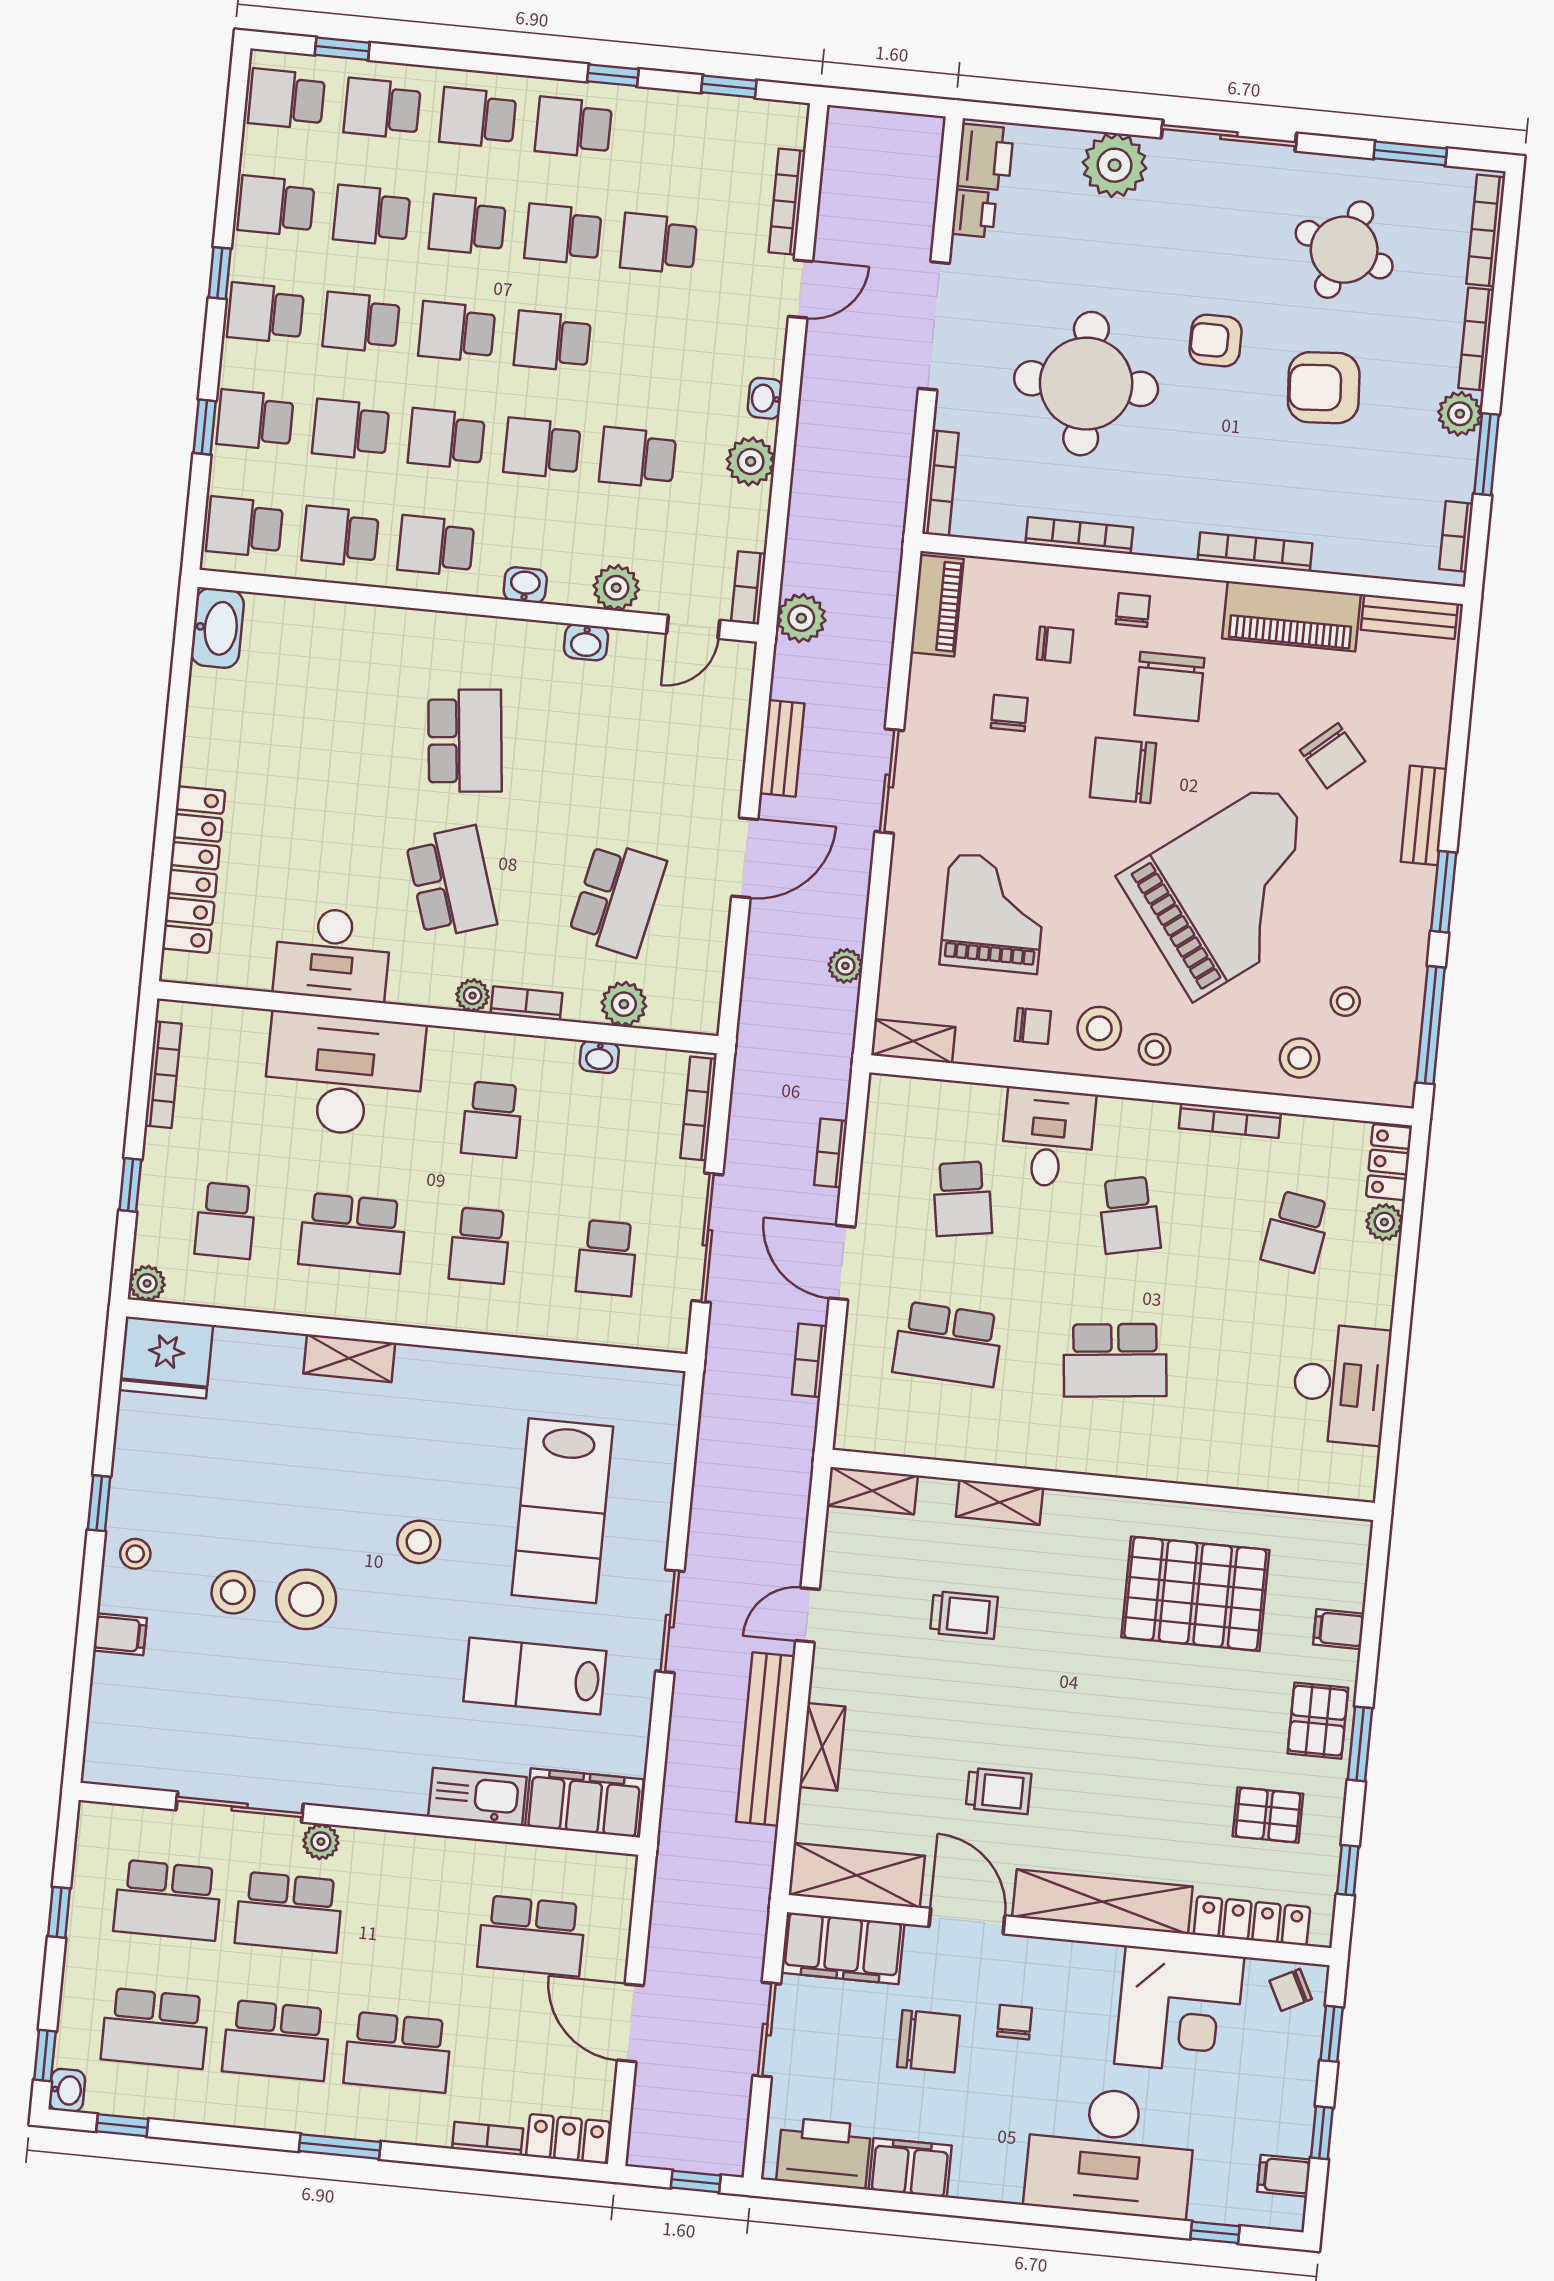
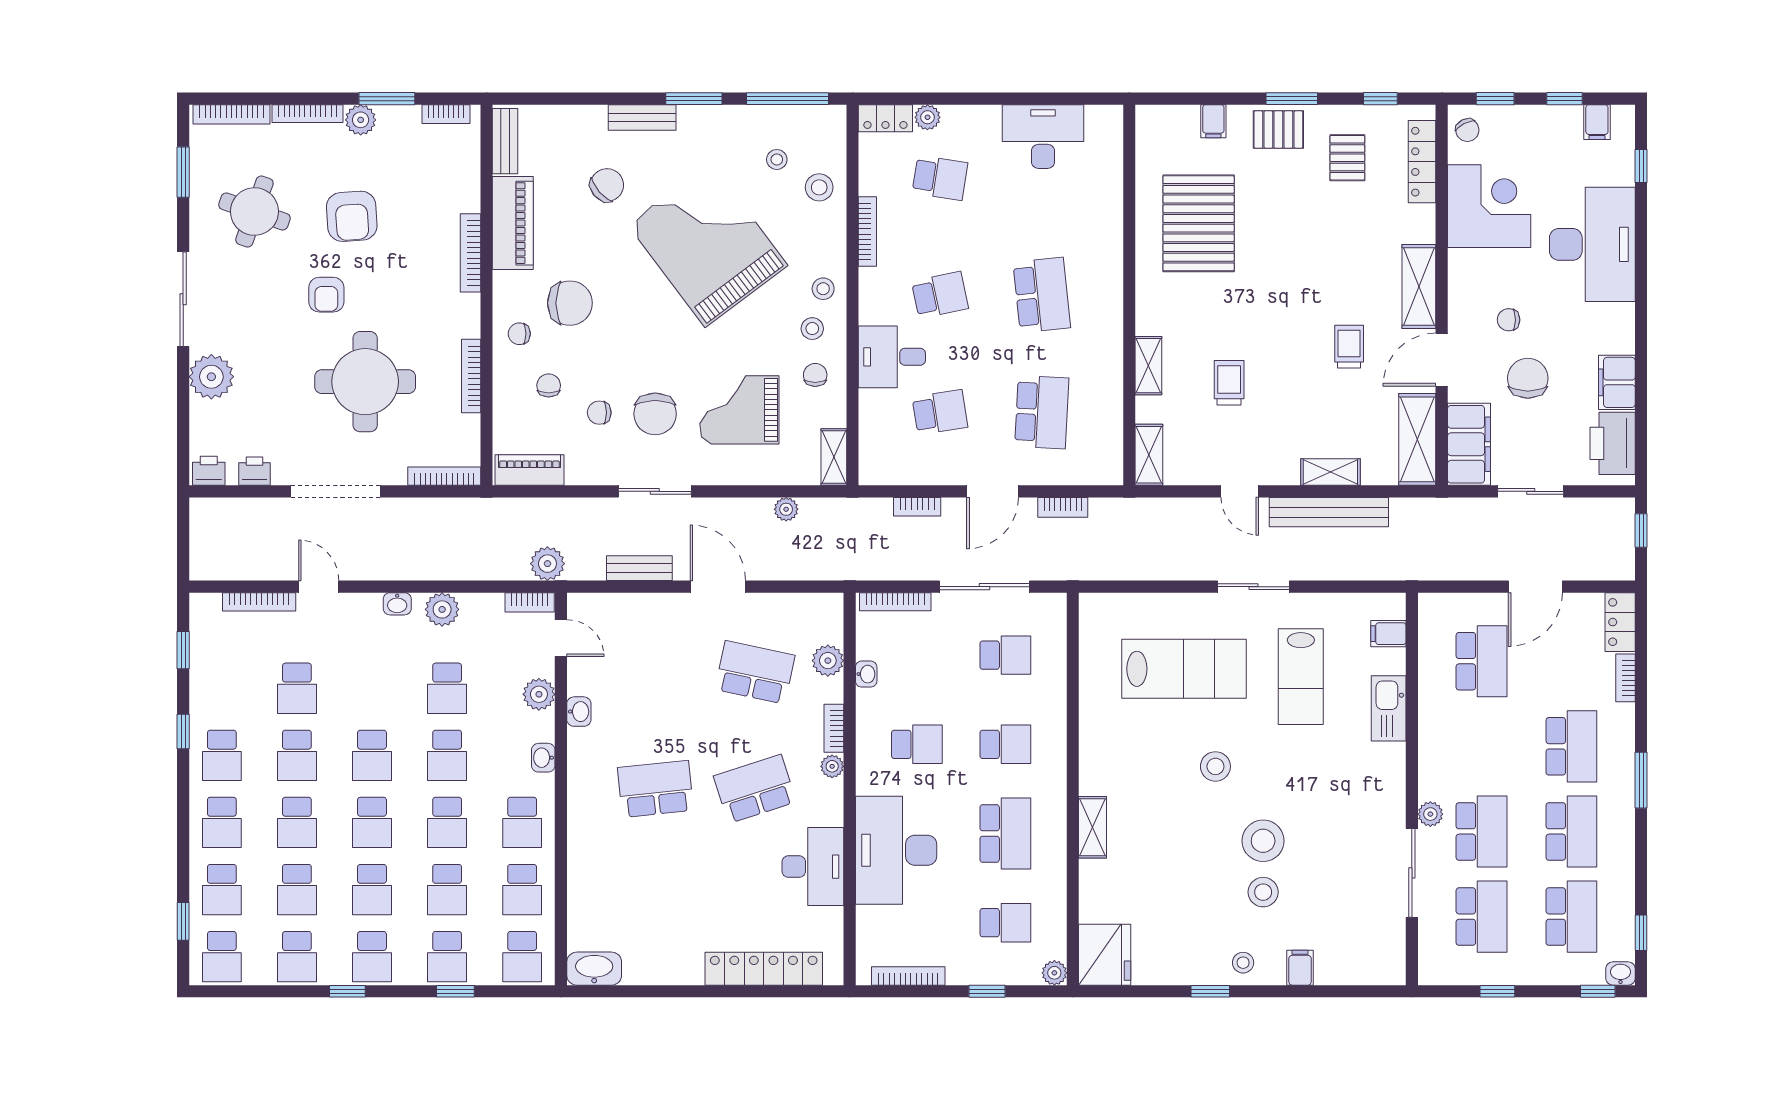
printer: (985, 157) -> (209, 471), width x0.73, depth x0.81
chair: (1123, 770) -> (655, 414), moved
stool: (1099, 1028) -> (812, 329), width x0.73, depth x0.73
filing cabinet: (584, 1803) -> (1388, 634), width x0.33, depth x0.86
shelving: (1102, 1902) -> (1419, 286), width x0.68

